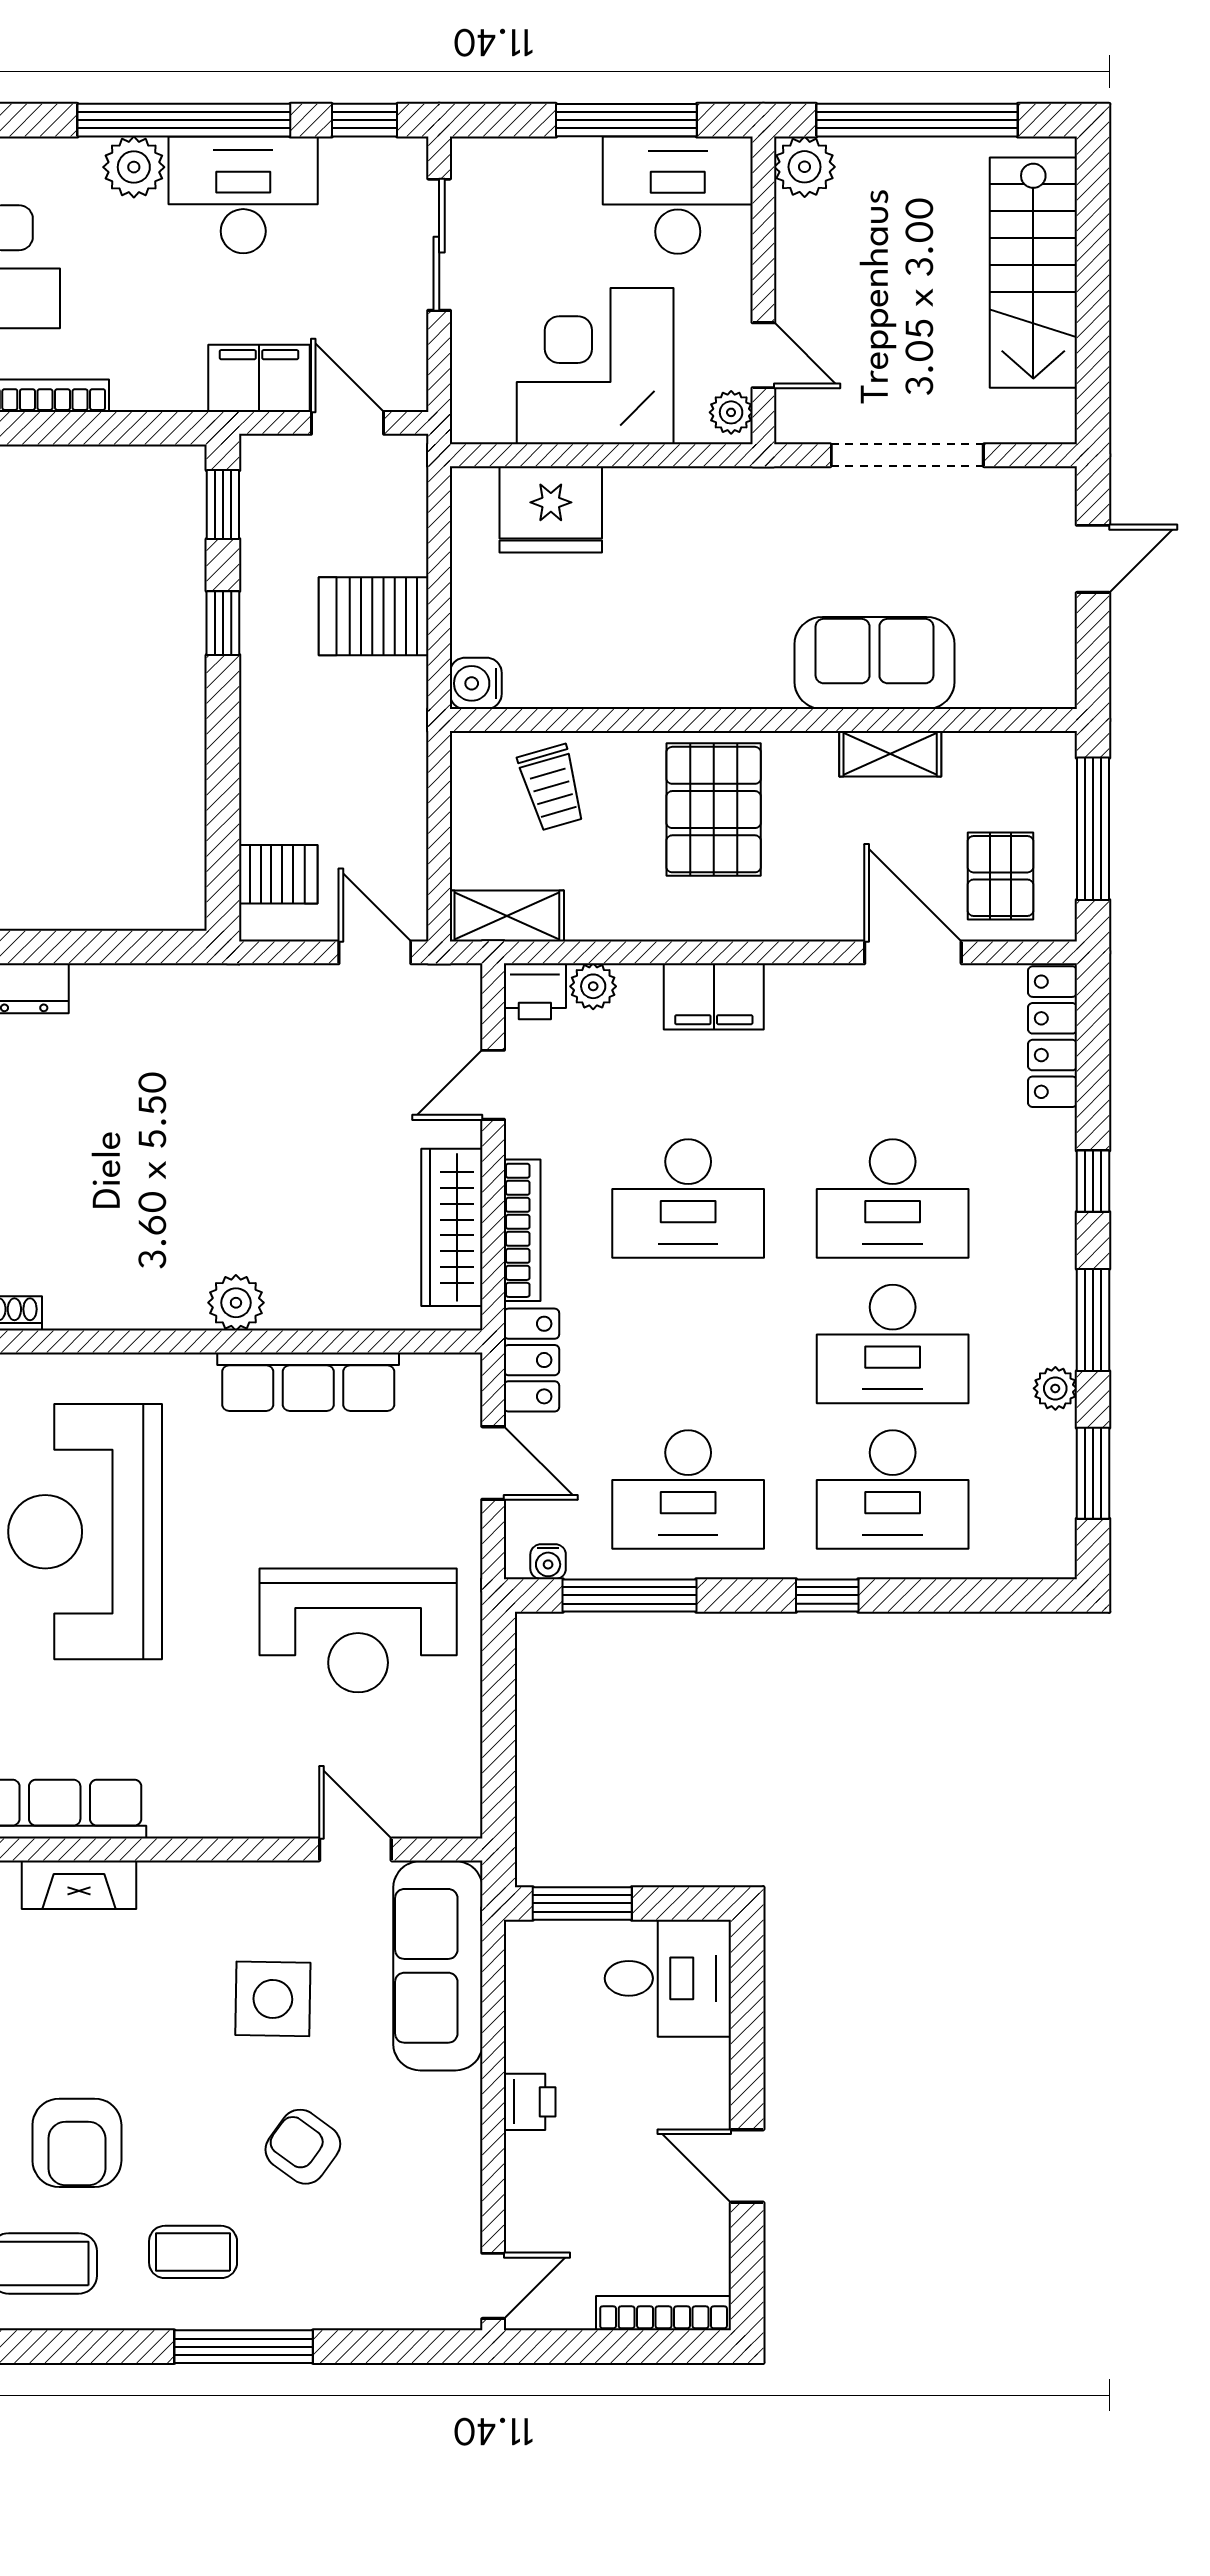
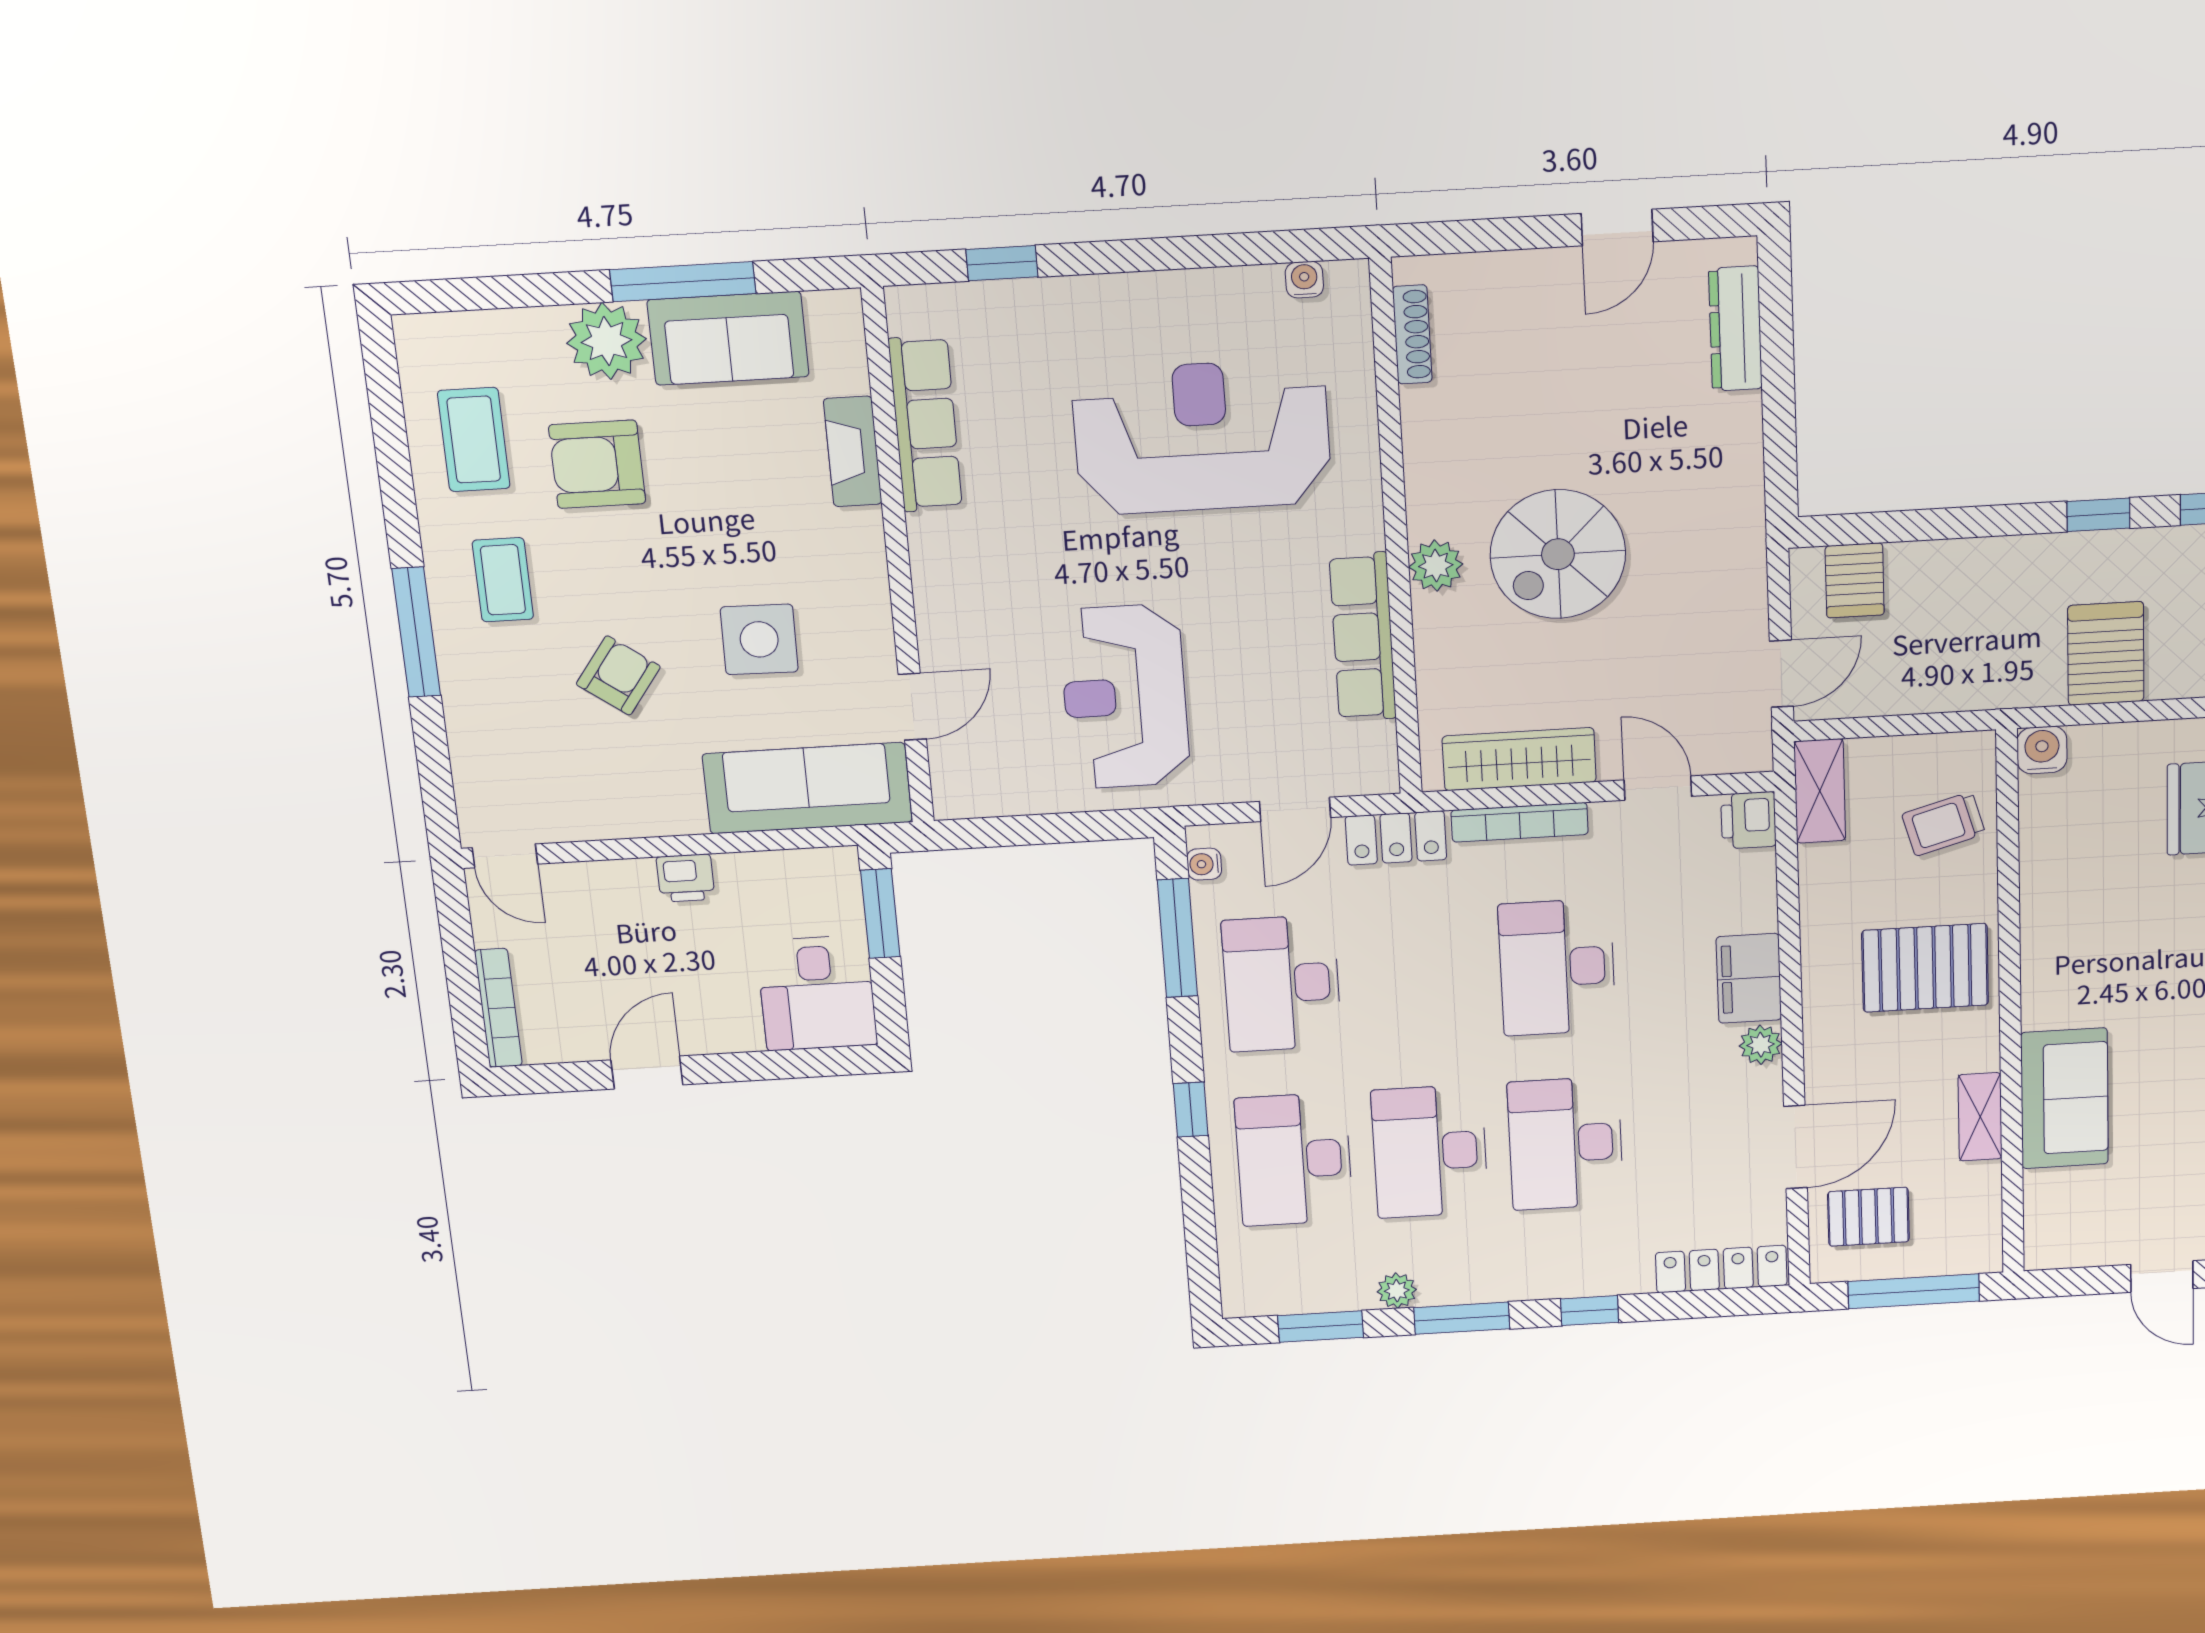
plant: (593, 986) -> (1761, 1045), moved
spiral stairs: (231, 1177) -> (1558, 554), added

